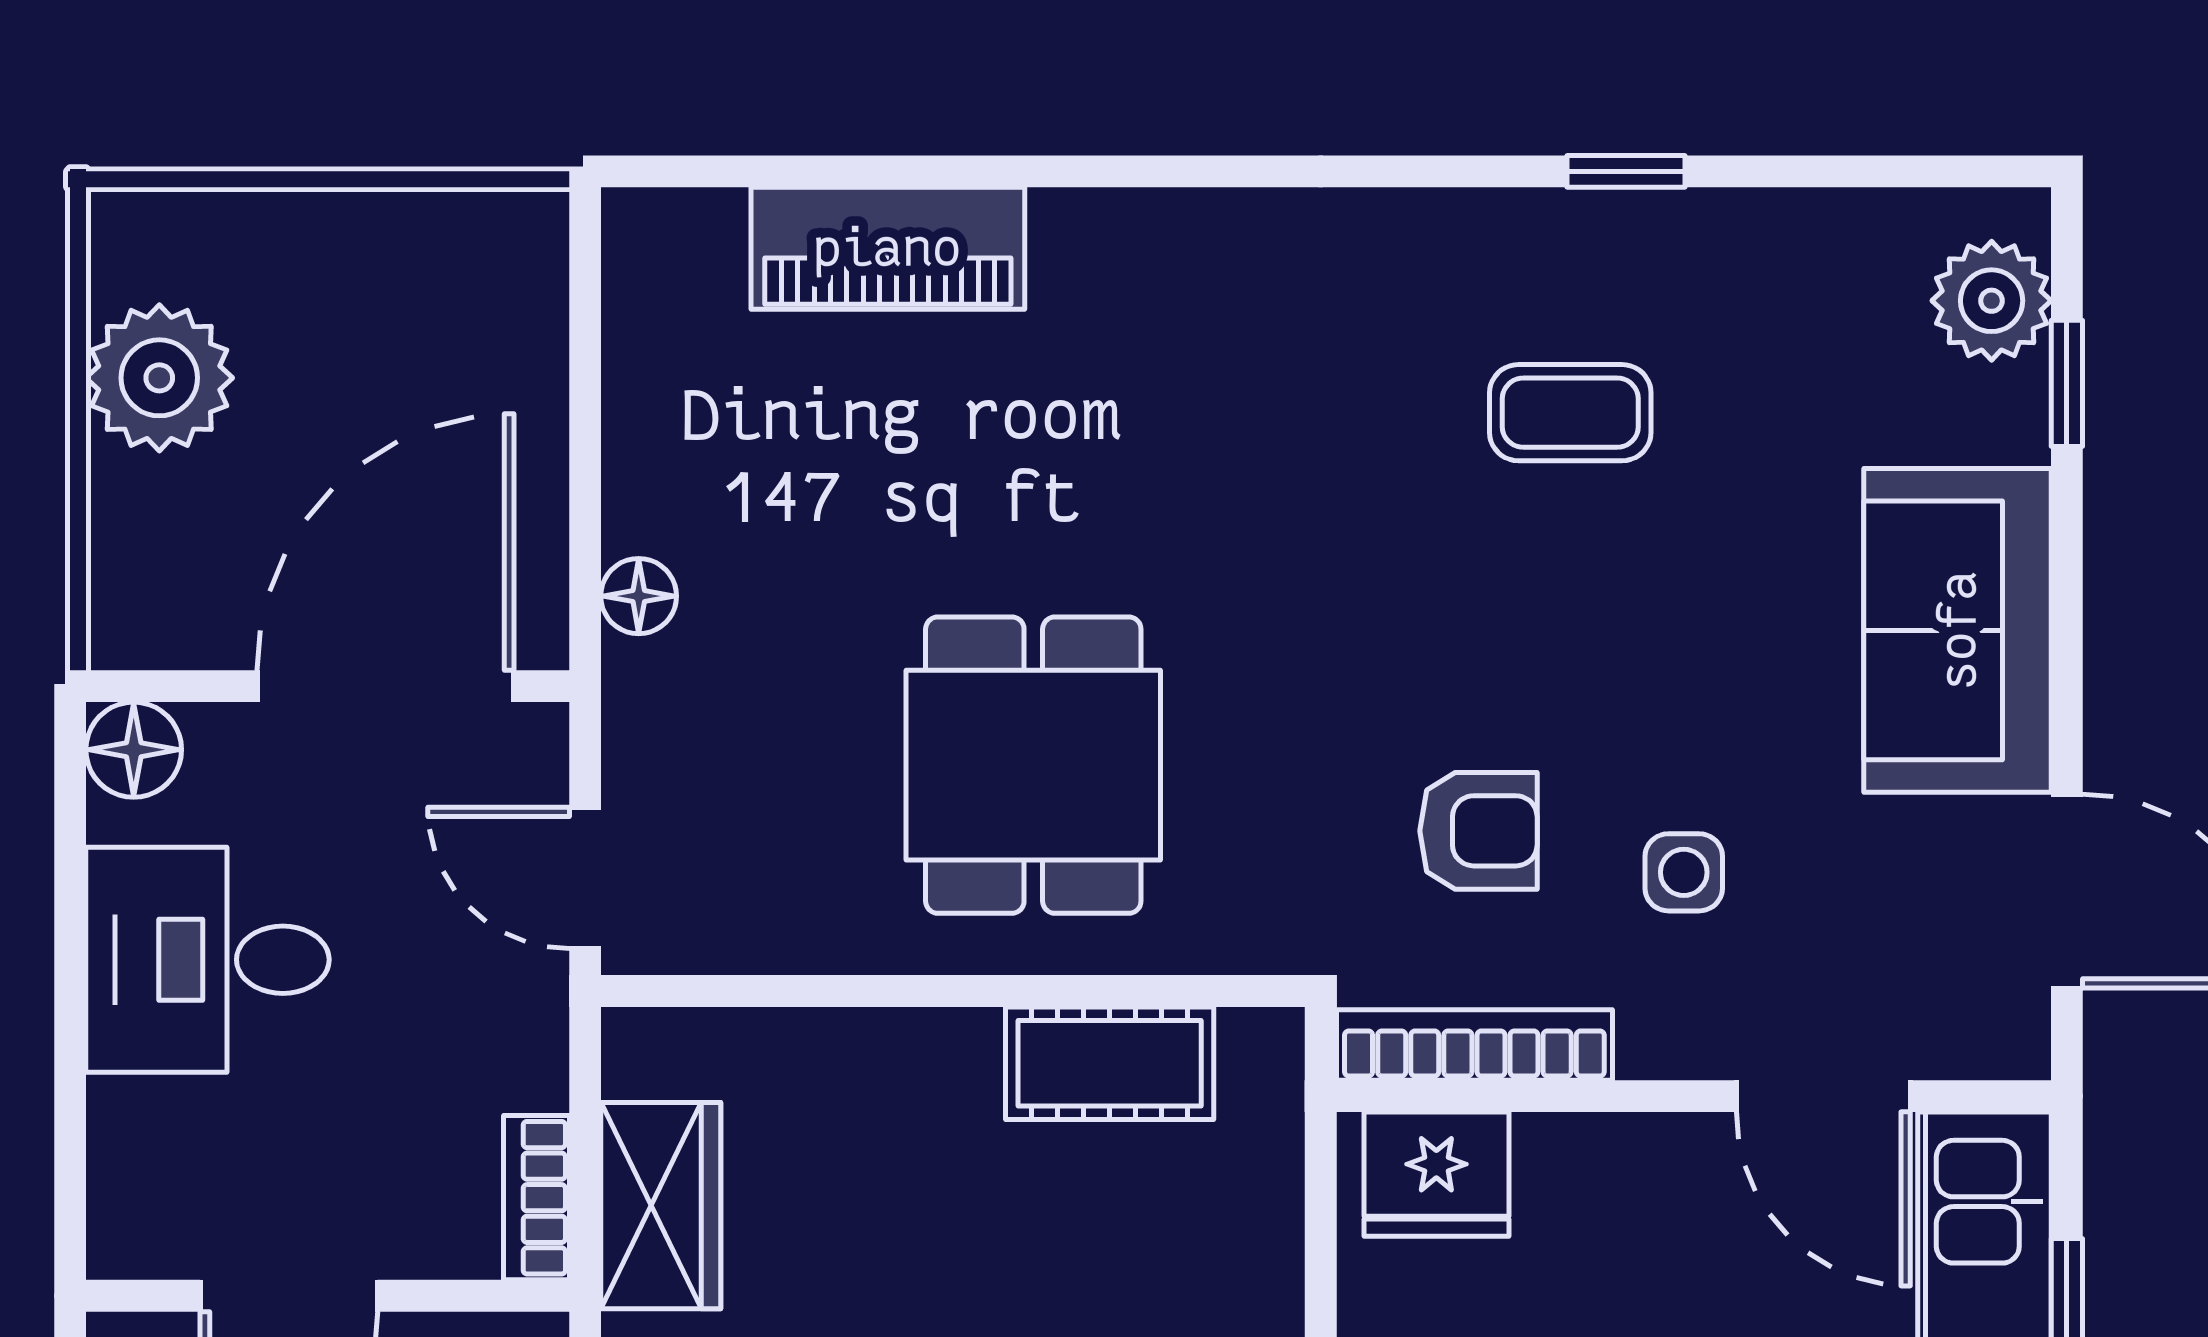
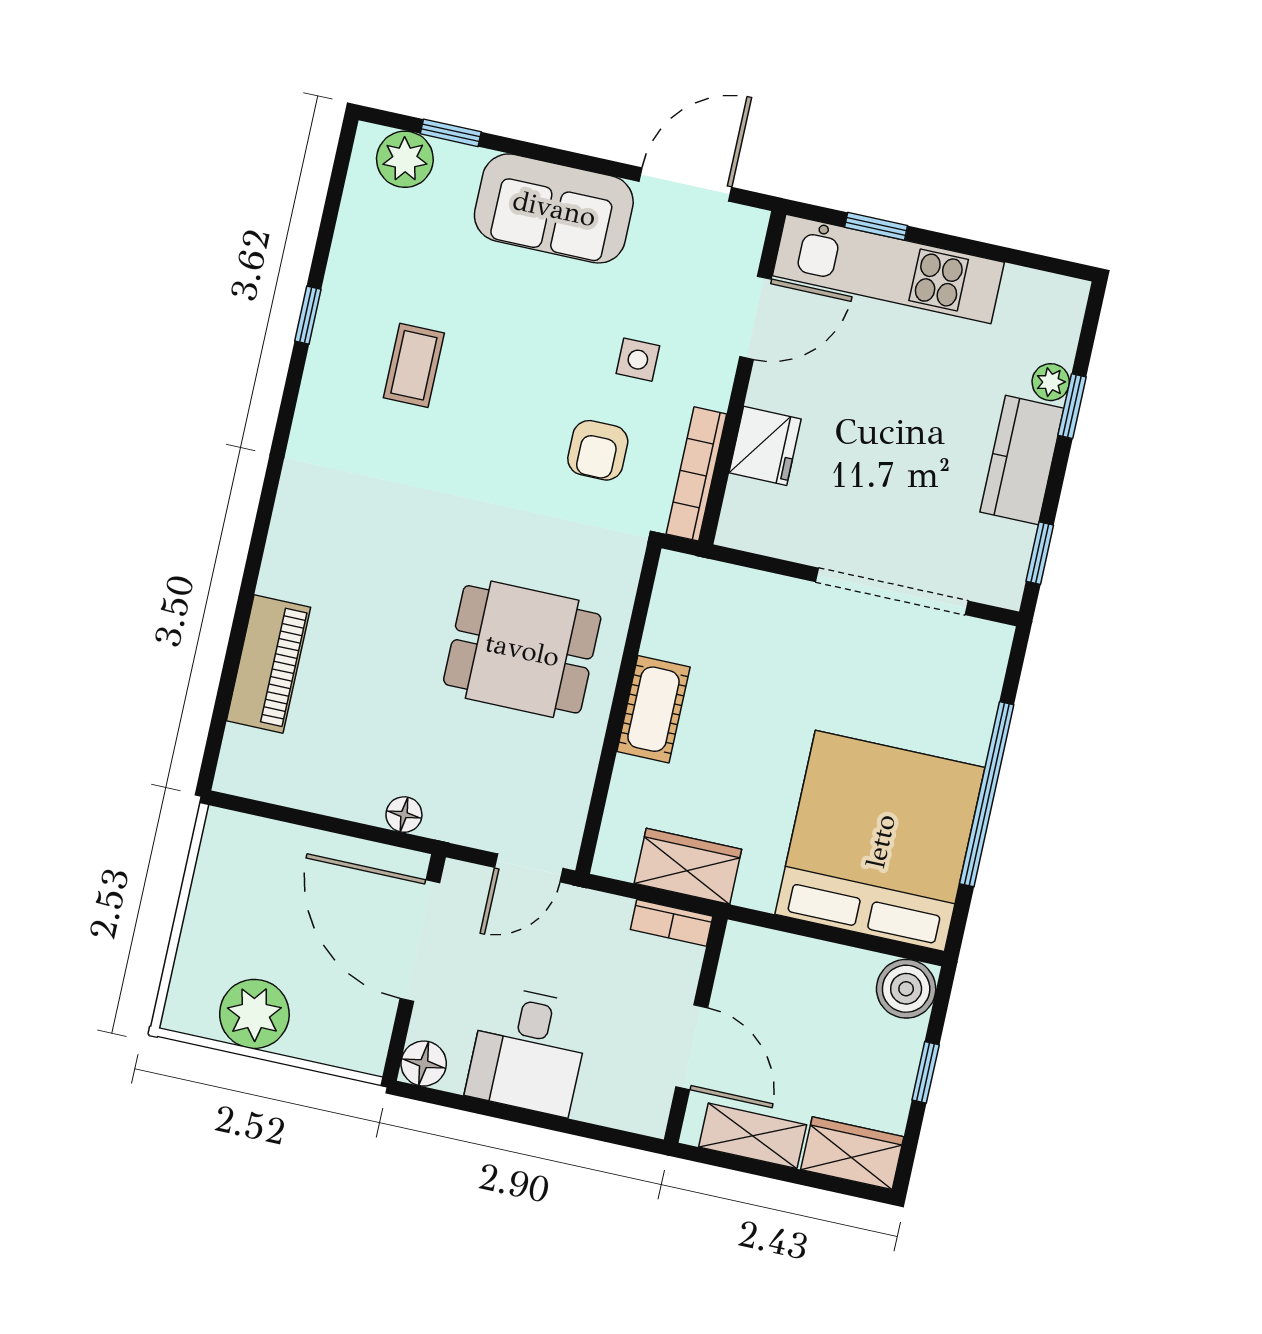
armchair: (1478, 831) -> (598, 450), turned 180
cot: (1110, 1063) -> (653, 709), moved
fridge: (1436, 1174) -> (765, 446), moved

